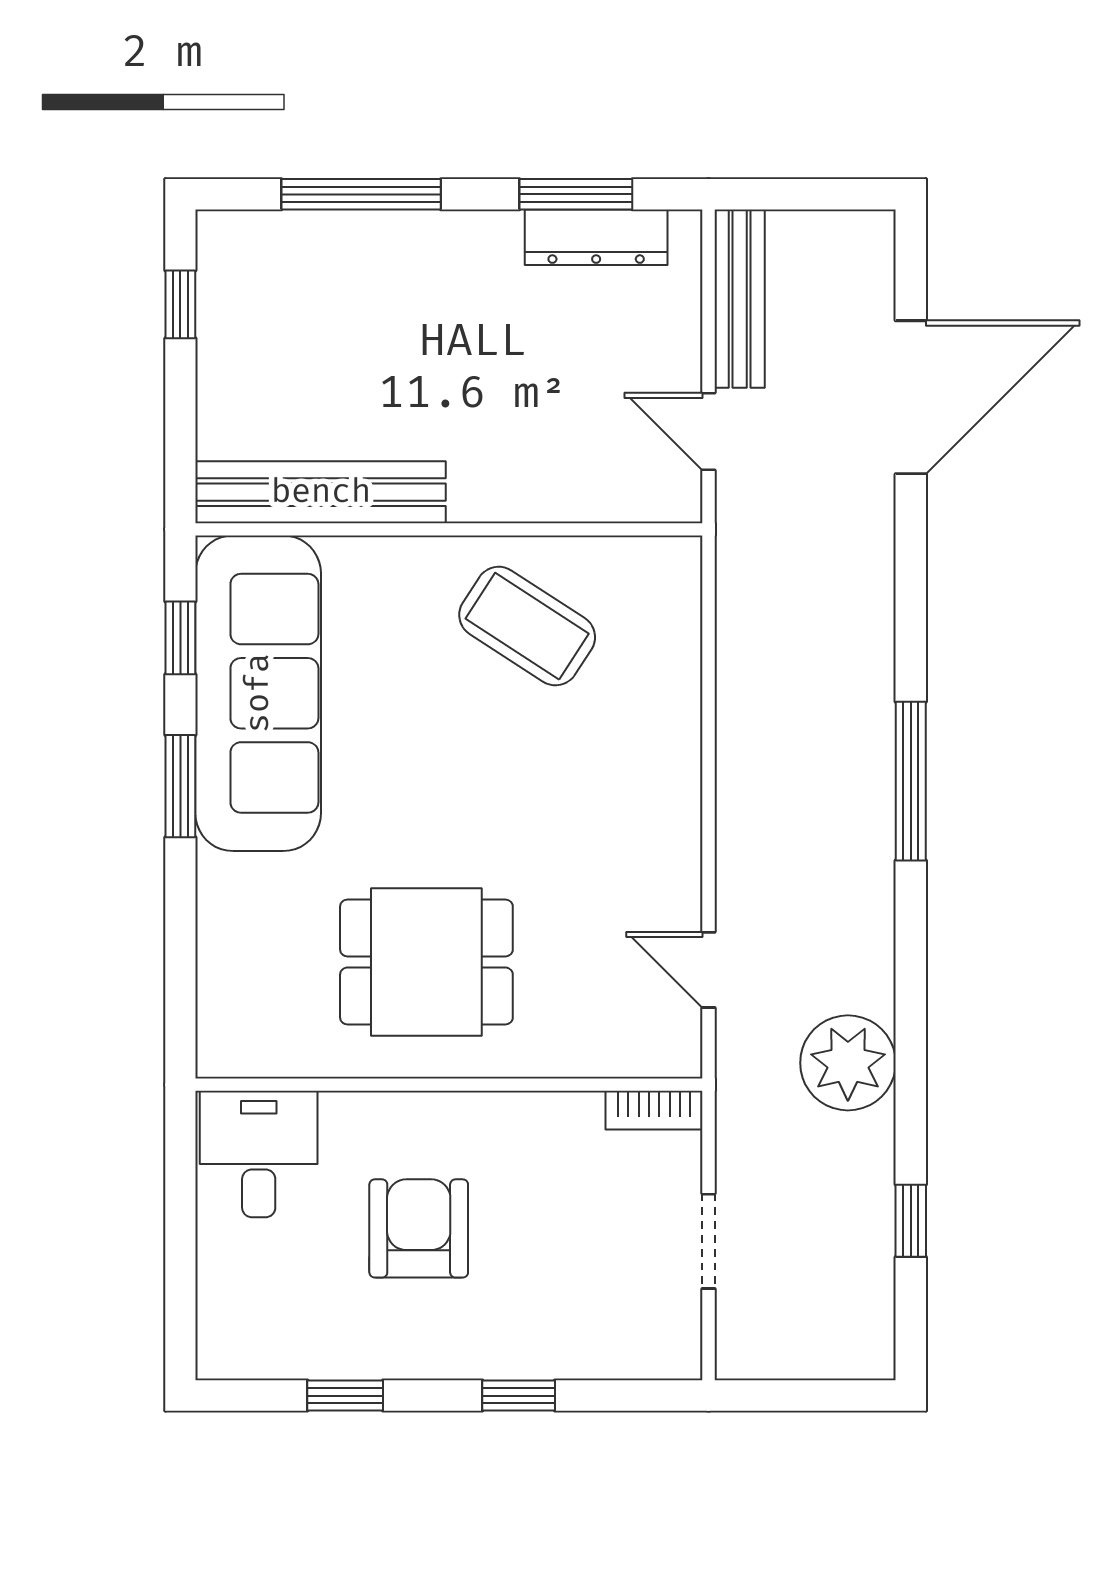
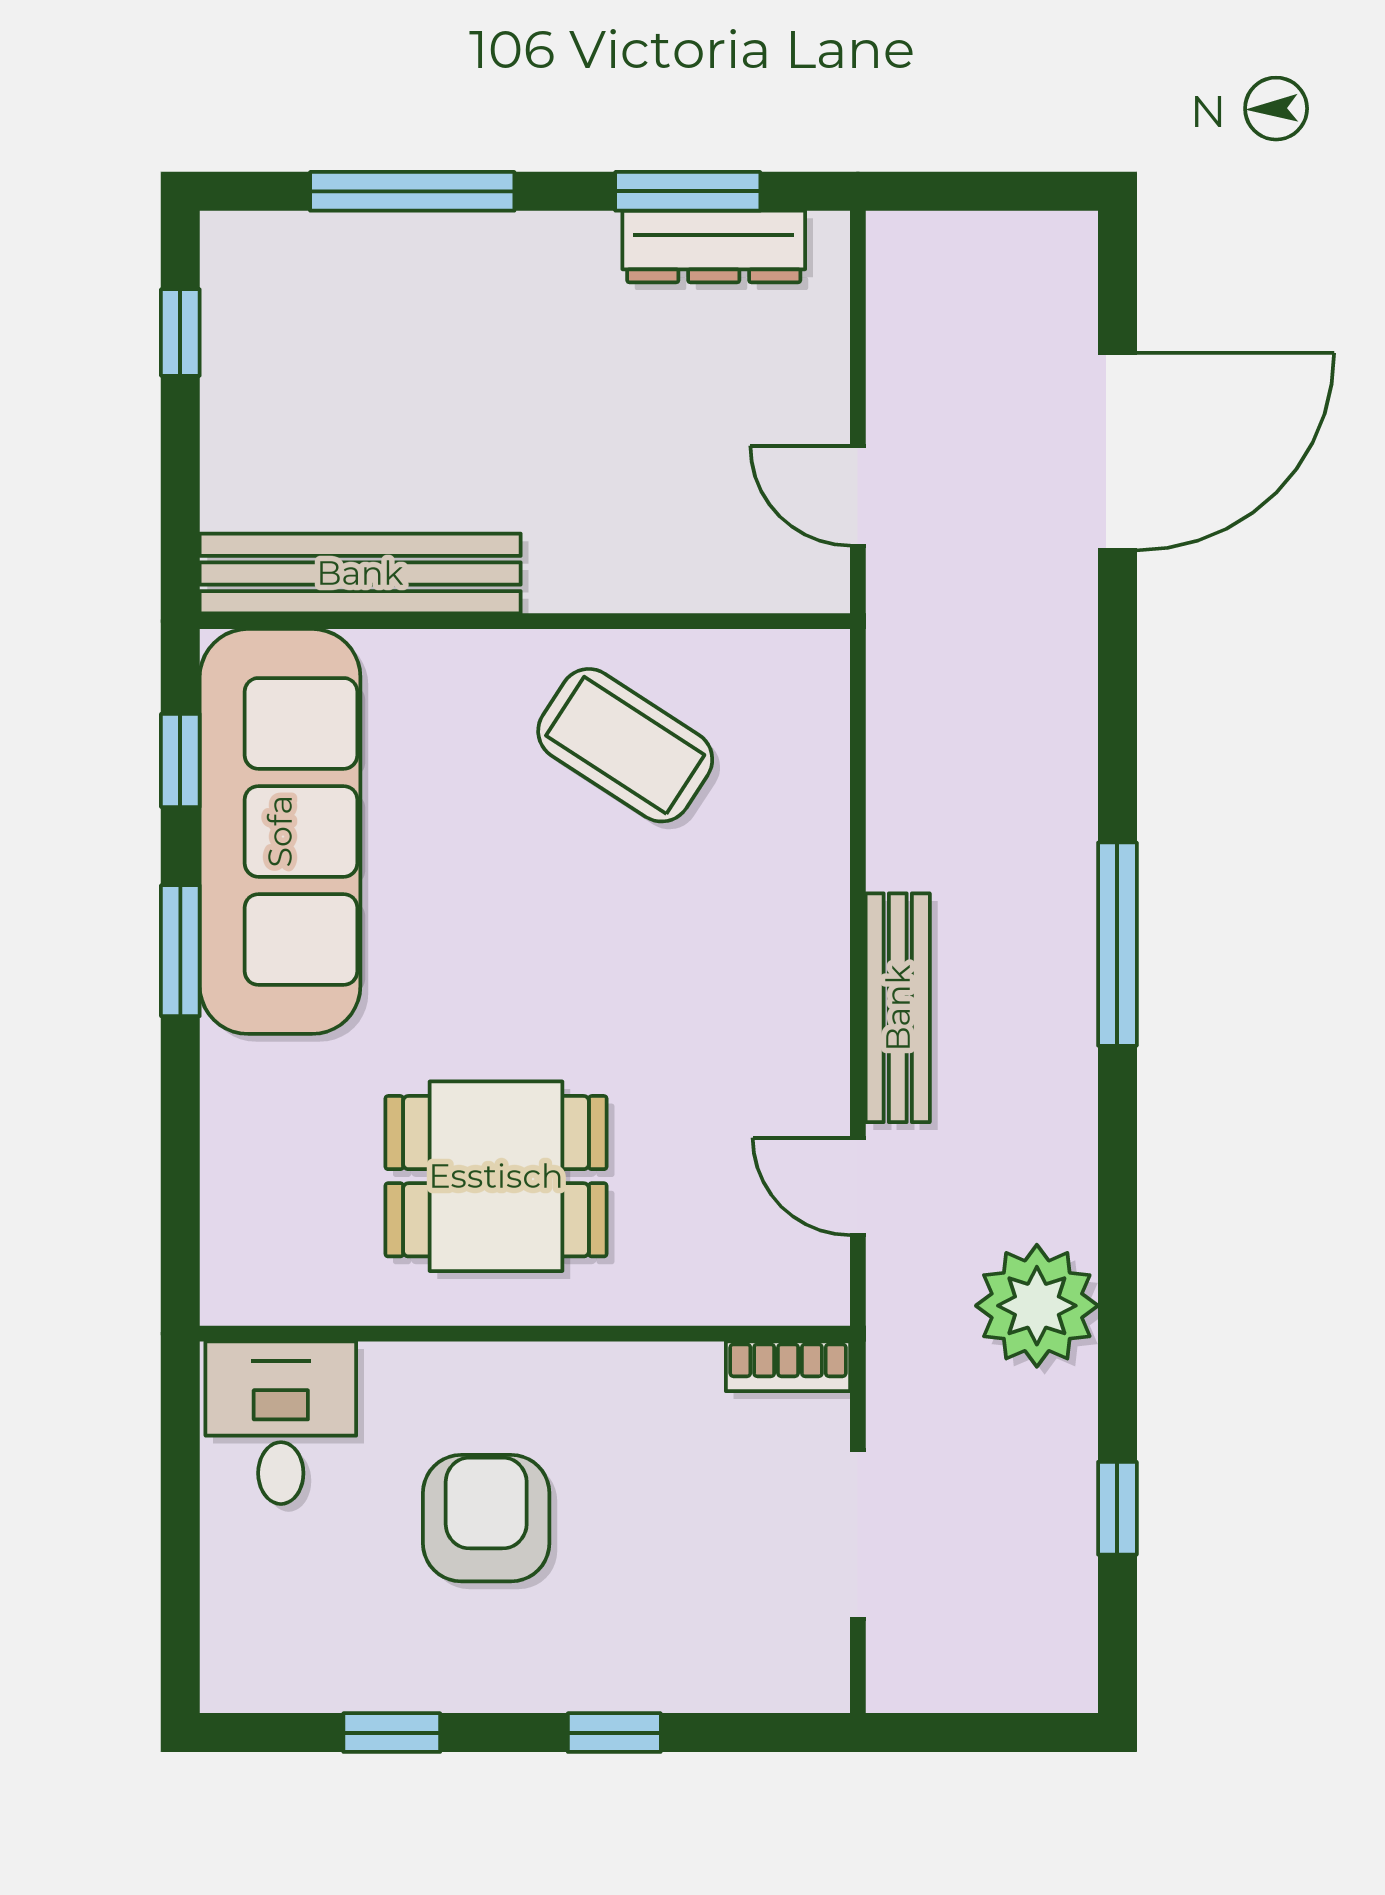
bench: (740, 299) -> (898, 1008), moved
doorway: (709, 1241) -> (858, 1535), width x1.38

